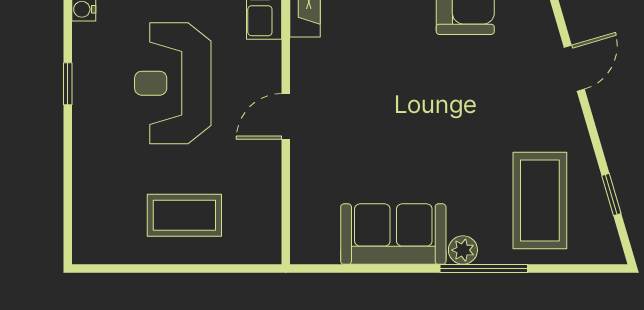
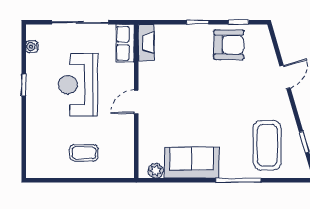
coffee table: (184, 215) -> (84, 153), width x0.73, depth x0.77
plant: (463, 250) -> (156, 171), moved

